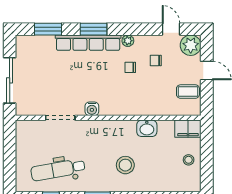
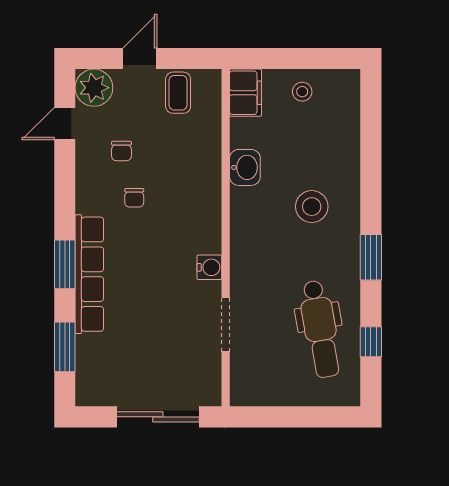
plant: (128, 41) -> (86, 202), removed

